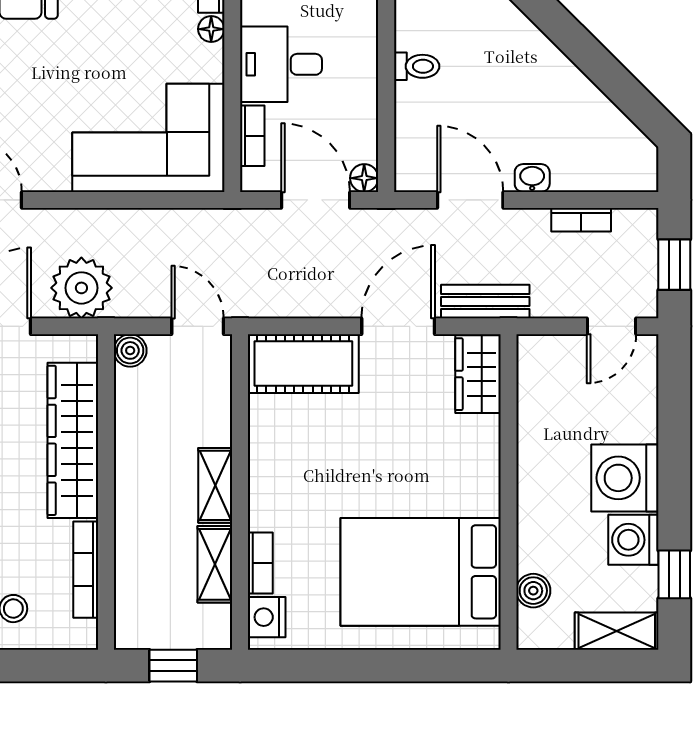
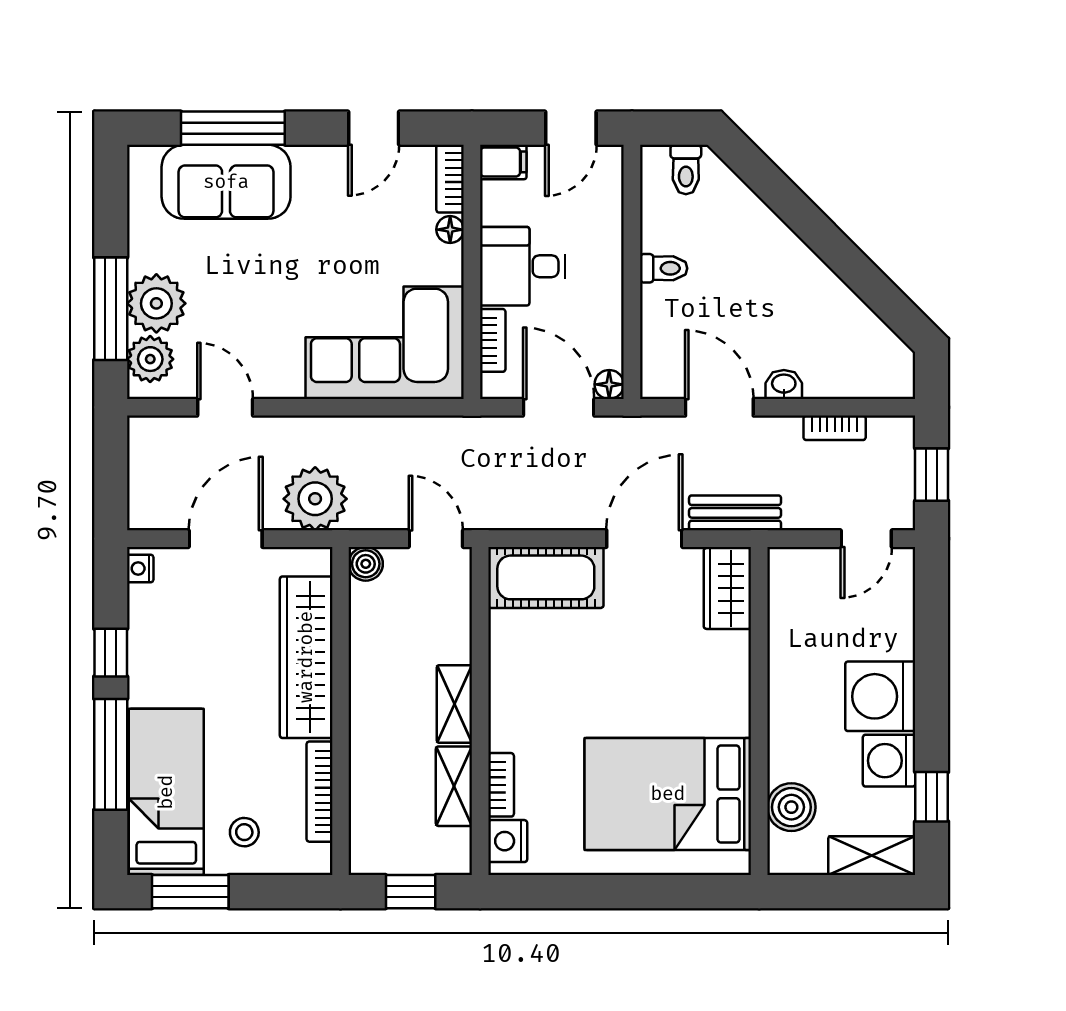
boiler: (533, 591) -> (791, 807), width x1.36, depth x1.36

